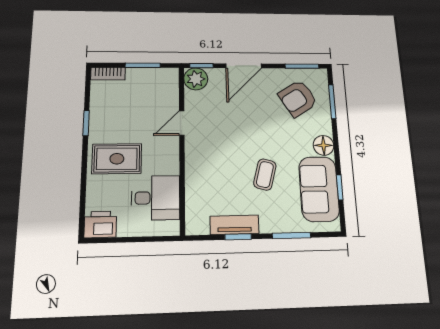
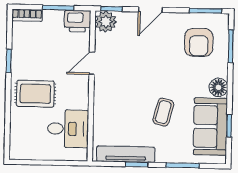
door: (244, 66) -> (150, 10), width x0.73
armchair: (298, 98) -> (199, 42), turned -58
printer: (100, 224) -> (78, 21), moved, turned 180
tv unit: (234, 225) -> (126, 154), width x1.41

